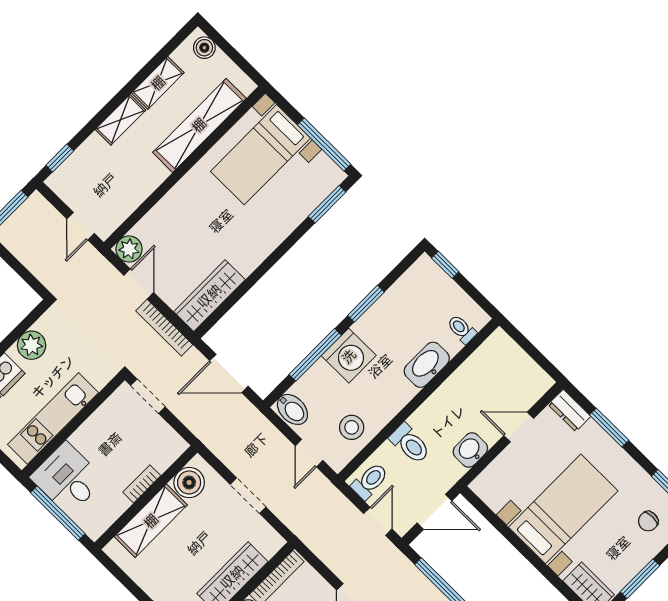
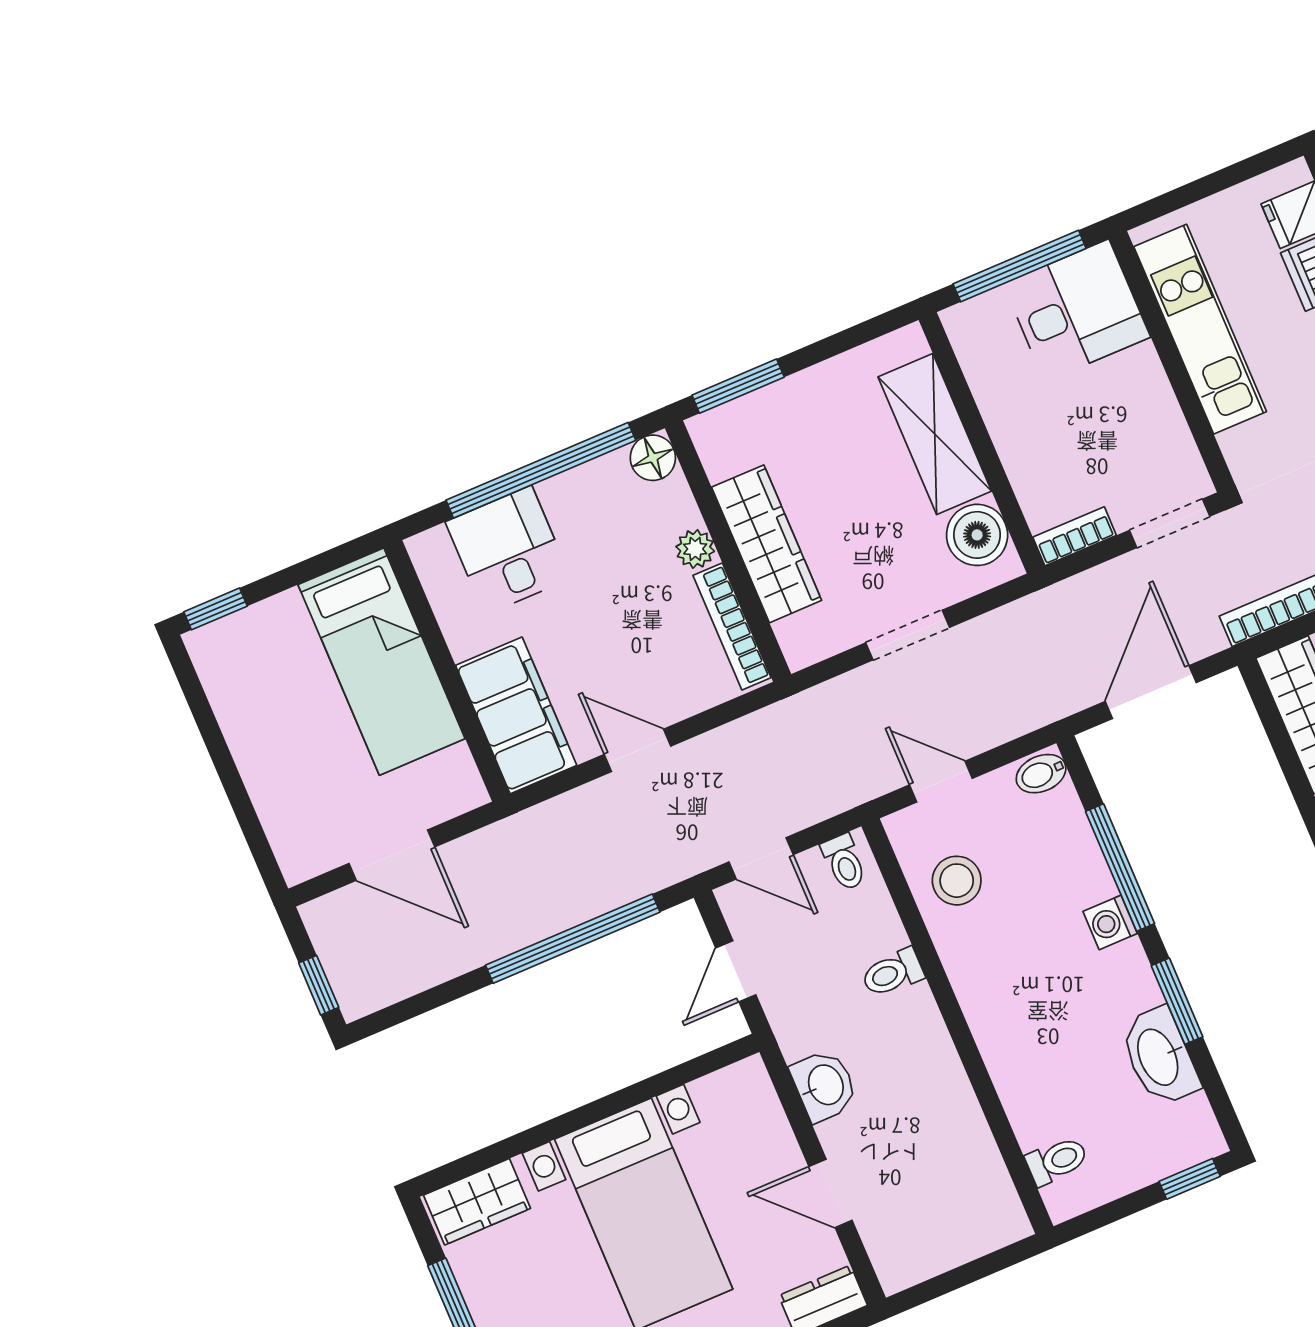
washing machine: (349, 356) -> (1110, 922), width x0.53, depth x0.53
washbasin: (427, 365) -> (1159, 1057), moved, turned 180
bidet: (292, 409) -> (1041, 774), width x0.72, depth x0.74
door: (519, 427) -> (831, 1193), swing flipped
toilet: (410, 444) -> (893, 973), width x0.73, depth x0.72
toilet: (370, 481) -> (844, 862), width x0.73, depth x0.72
bookcase: (142, 484) -> (1075, 536), moved, turned -90
door: (434, 512) -> (736, 971), width x0.73

